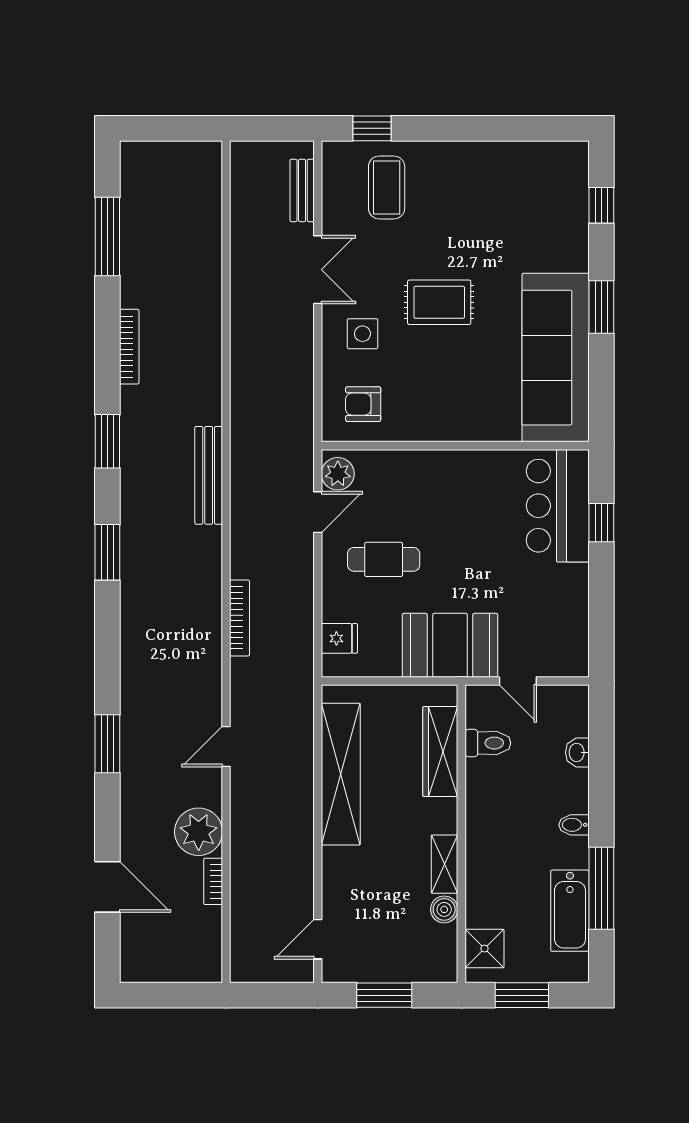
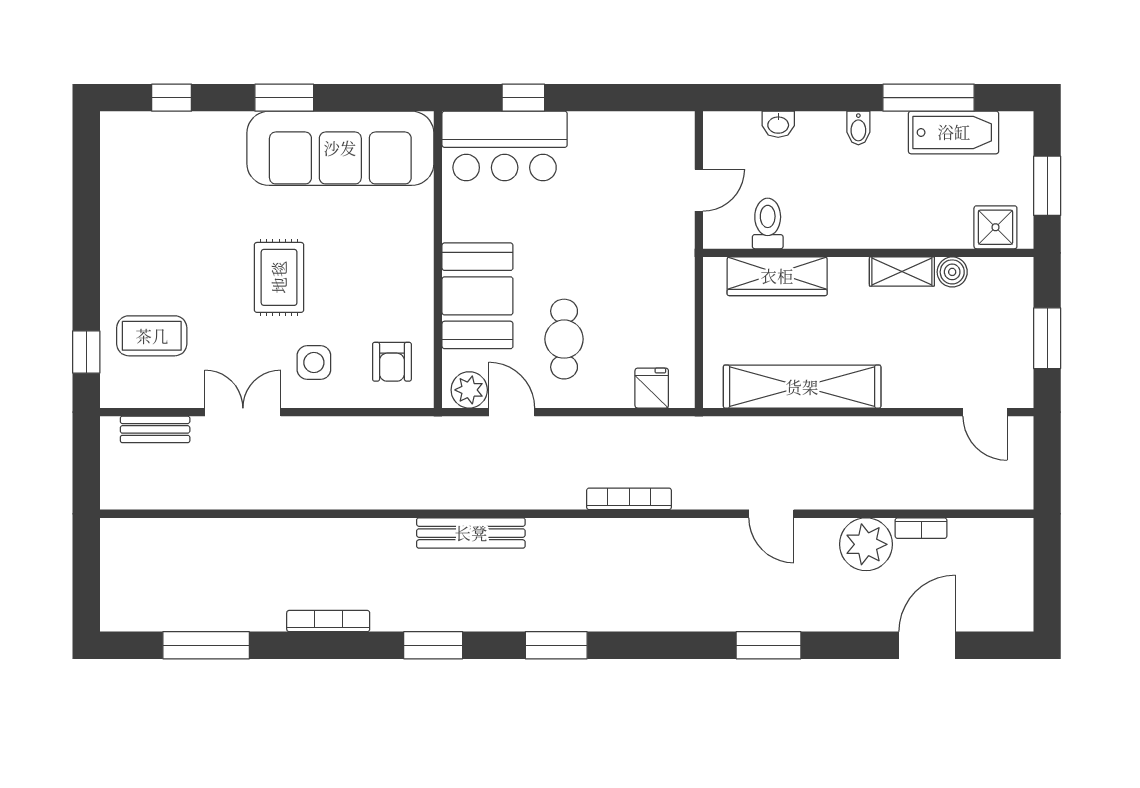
booth: (450, 645) -> (477, 296), moved

